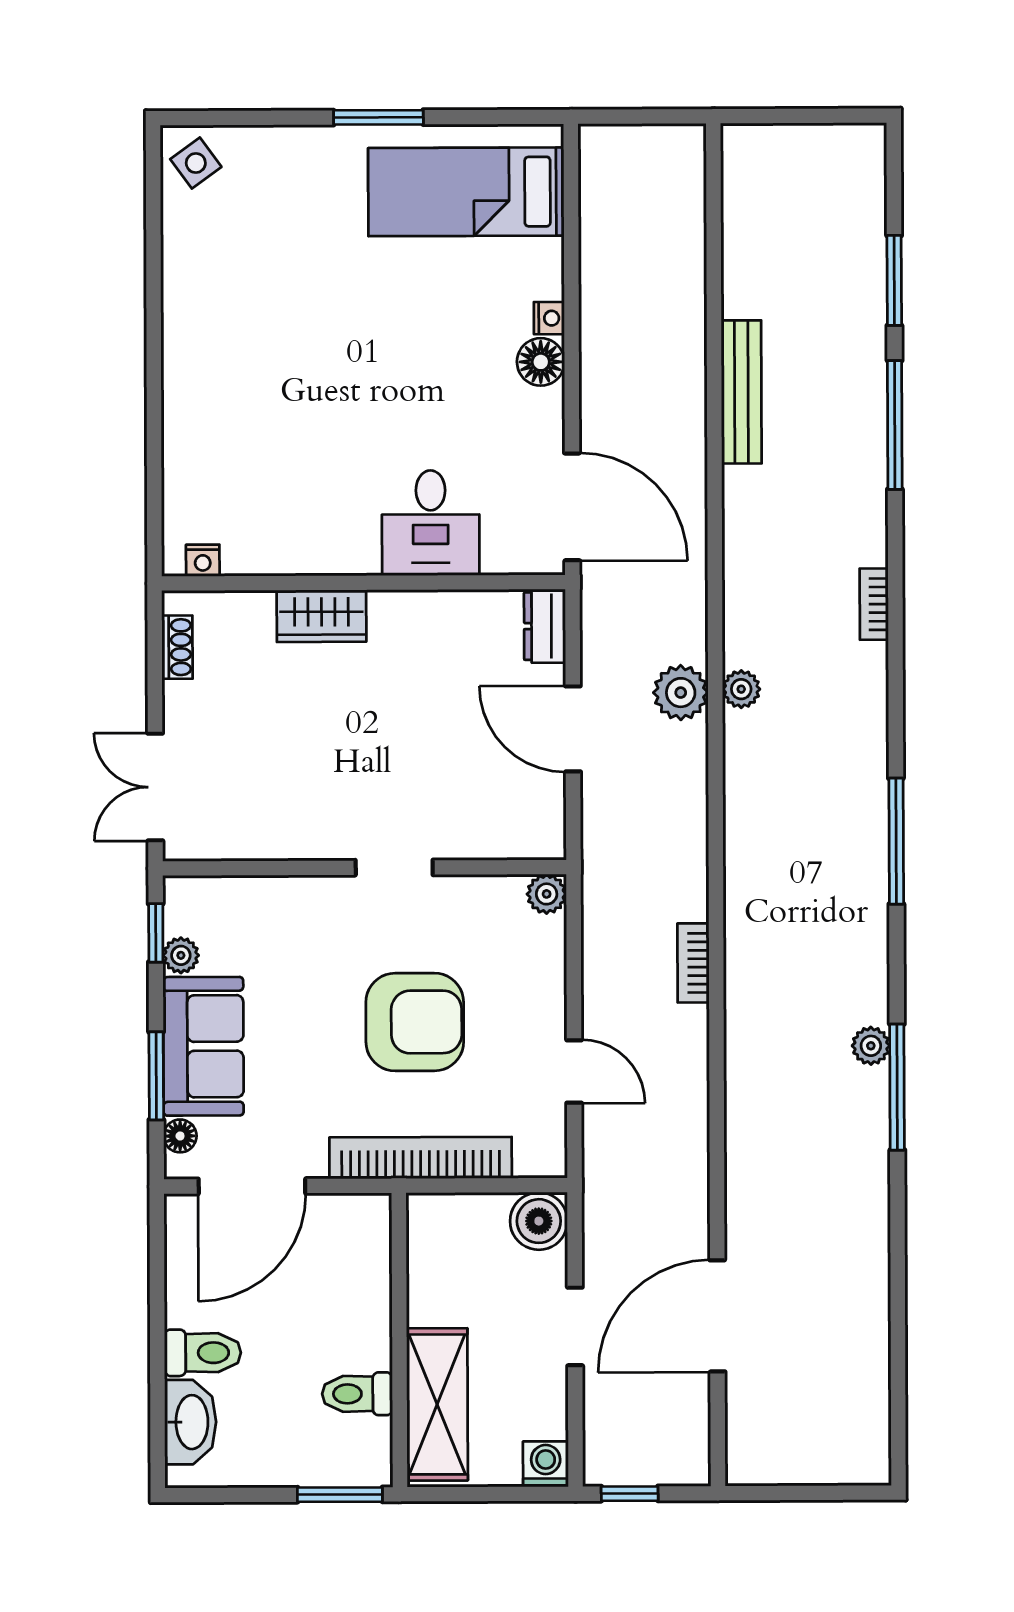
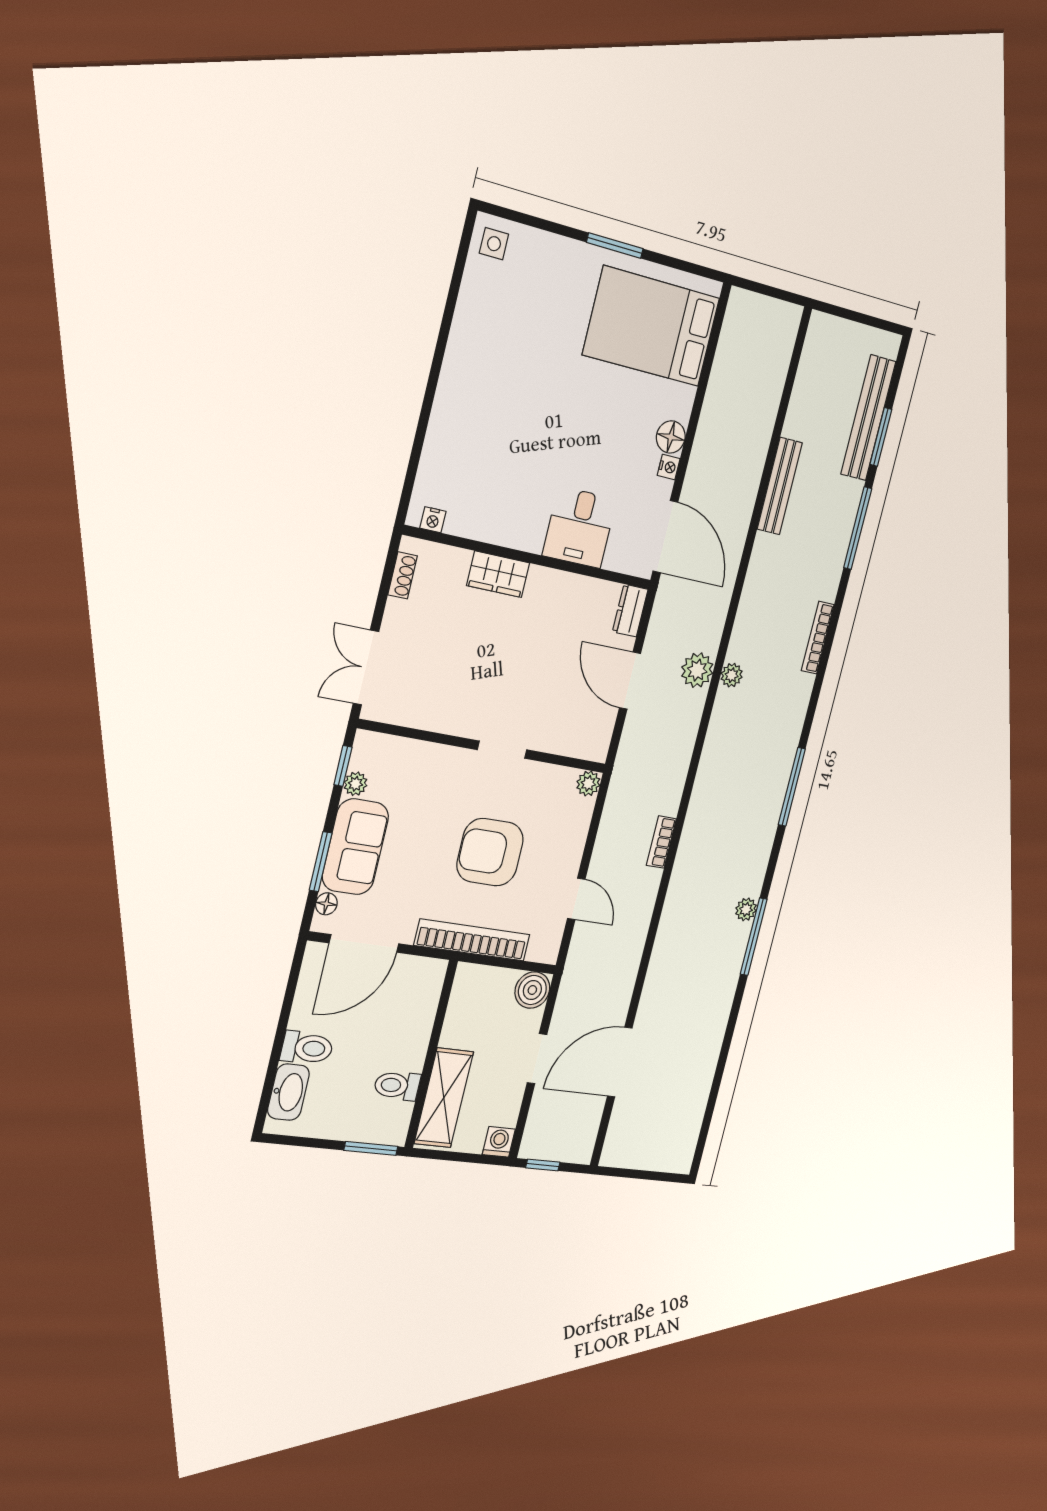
side table: (196, 163) -> (494, 244), turned 36
bed: (466, 192) -> (651, 326), width x1.50
bench: (864, 258) -> (868, 418), added
nightstand: (549, 318) -> (669, 467), moved
bookcase: (874, 604) -> (818, 638), width x1.56
armchair: (415, 1022) -> (490, 852), turned 180

